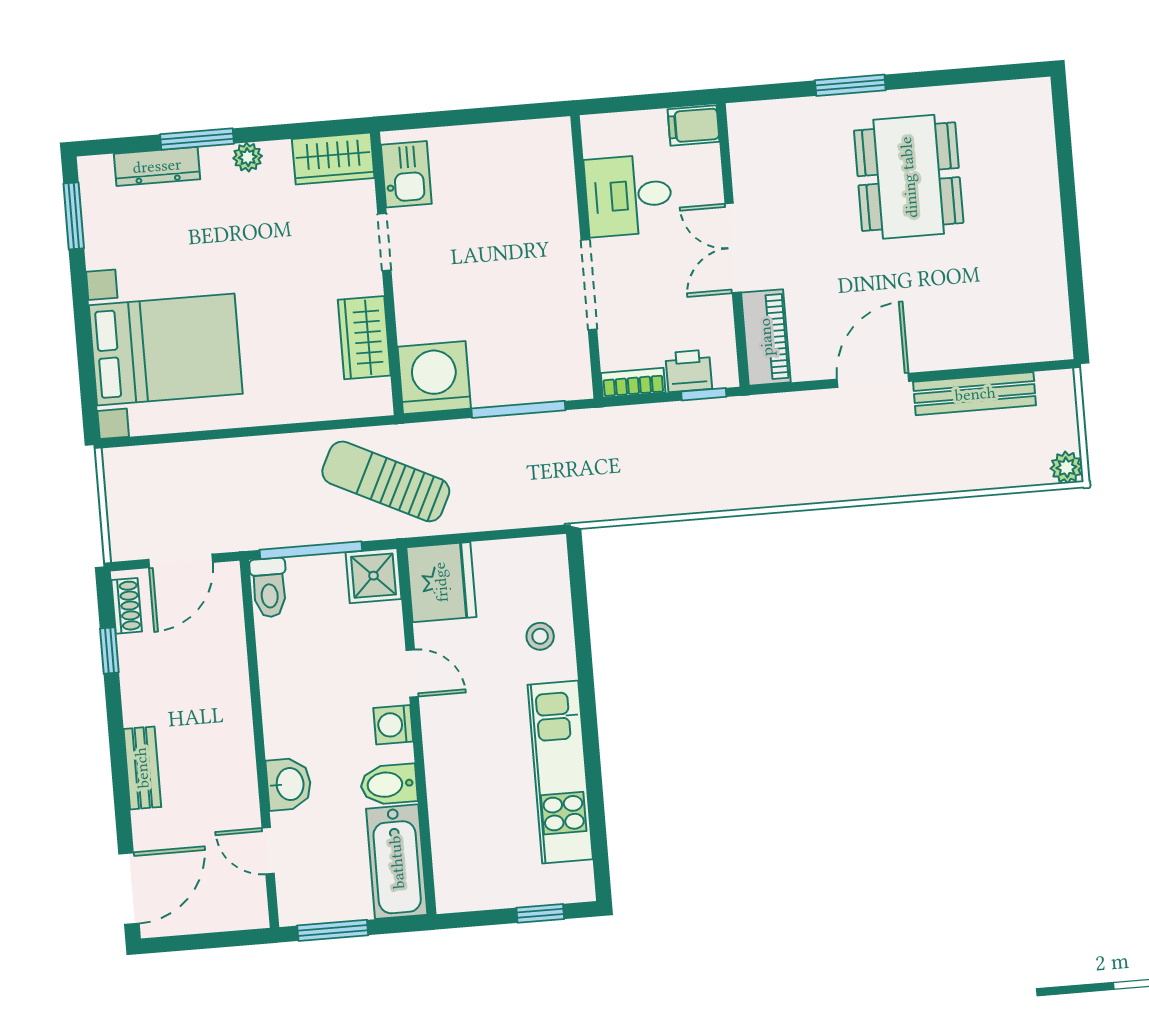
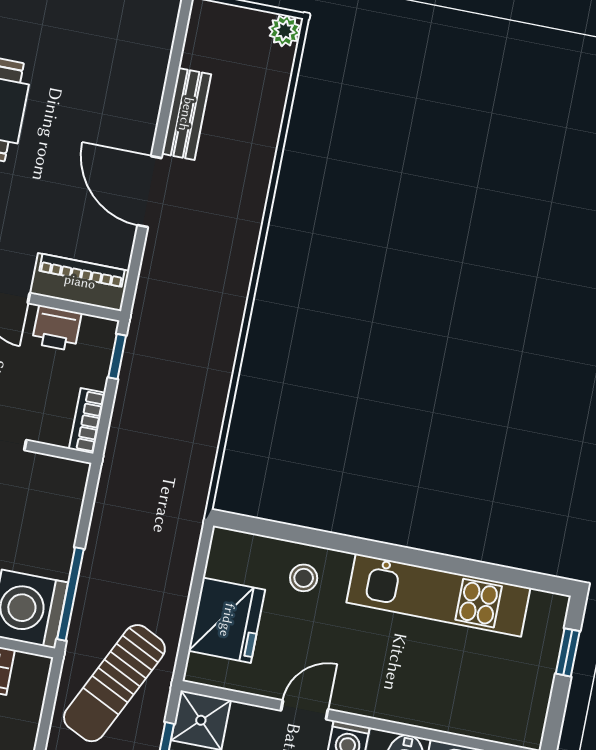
printer: (689, 371) -> (57, 328), moved, turned -90
bench: (975, 394) -> (186, 114), width x0.73
window: (518, 409) -> (70, 594), moved
fridge: (441, 582) -> (227, 620), moved, turned 90

